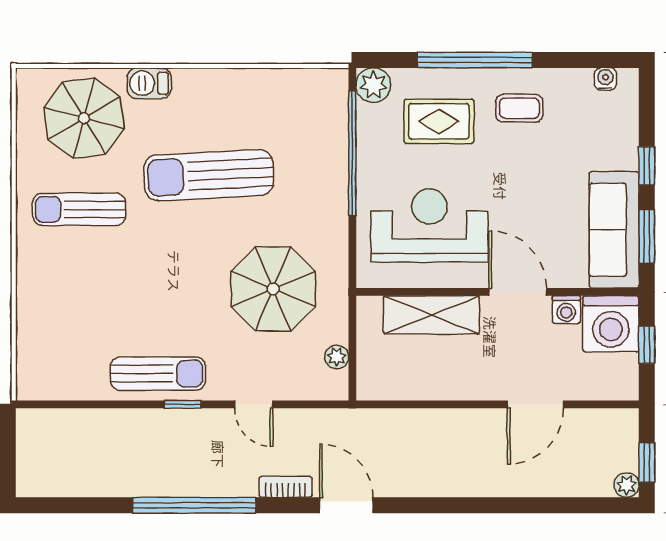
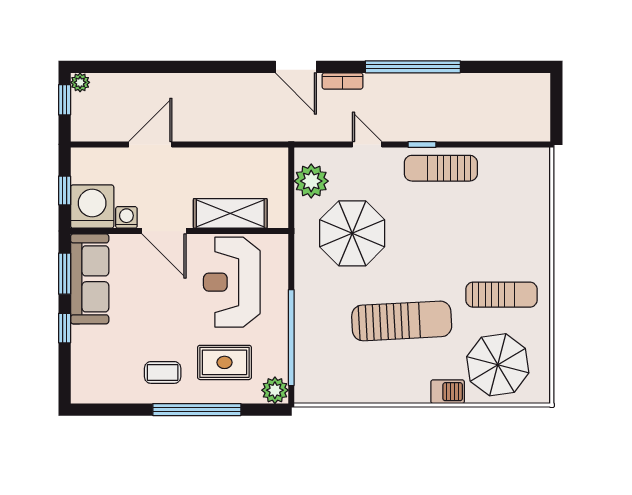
water cooler: (606, 79) -> (96, 395), removed
reception desk: (430, 226) -> (232, 282), turned 90
plant: (337, 357) -> (311, 181), width x1.88, depth x1.88

